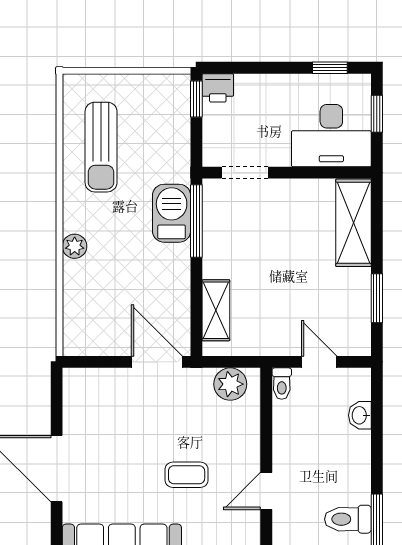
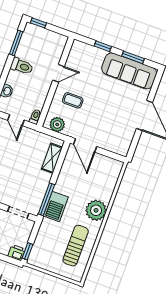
plant: (75, 246) -> (96, 210), width x1.87, depth x1.87
coffee table: (187, 475) -> (73, 100), moved
toilet: (348, 519) -> (22, 66), moved

